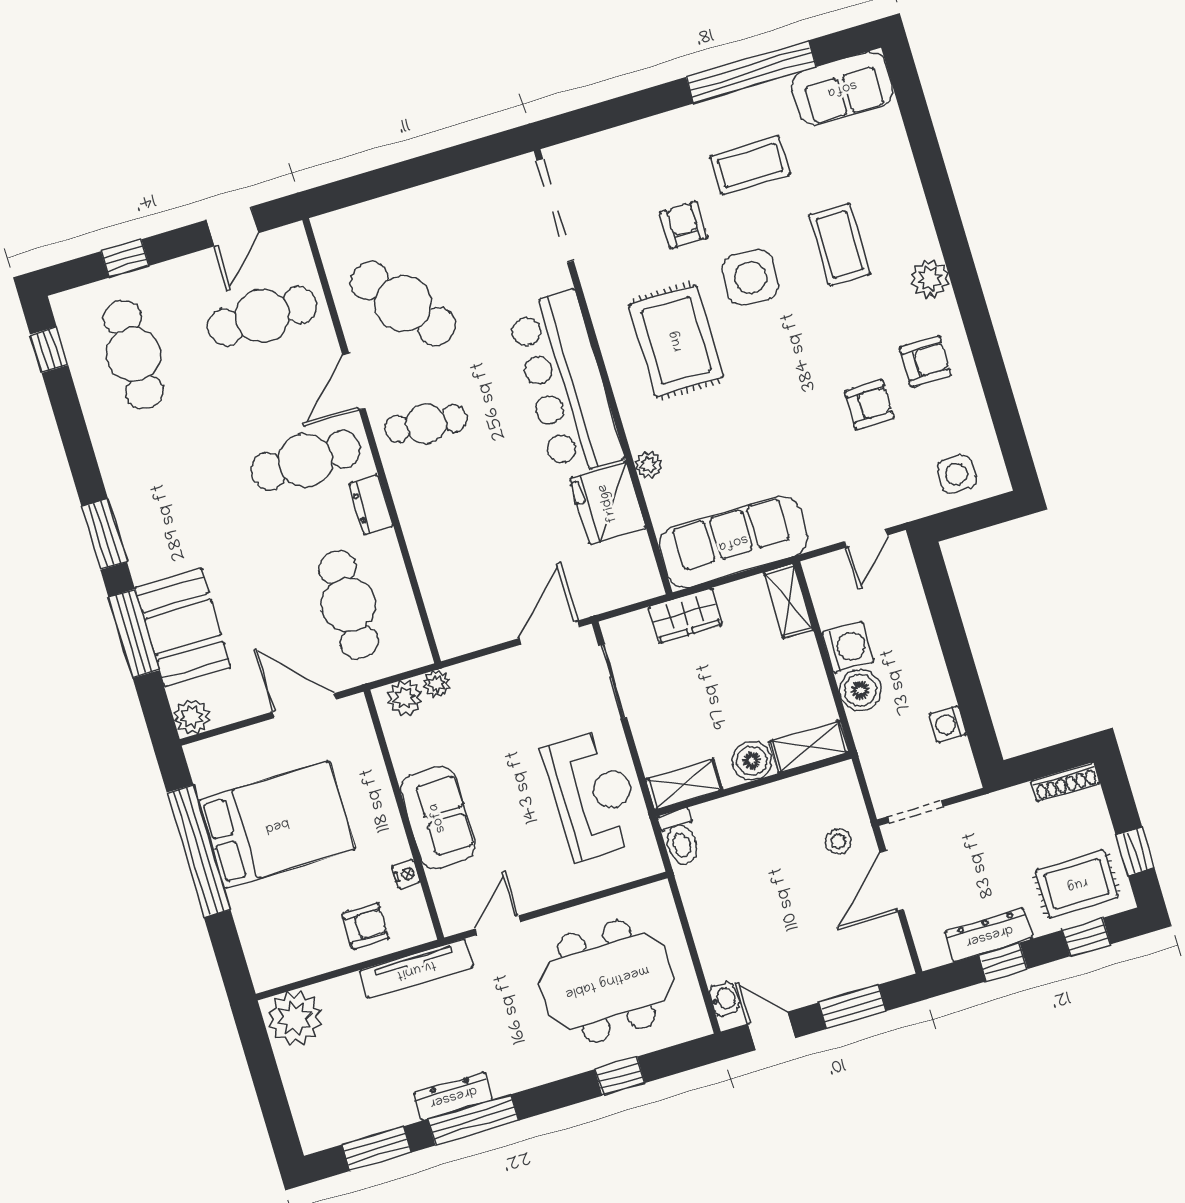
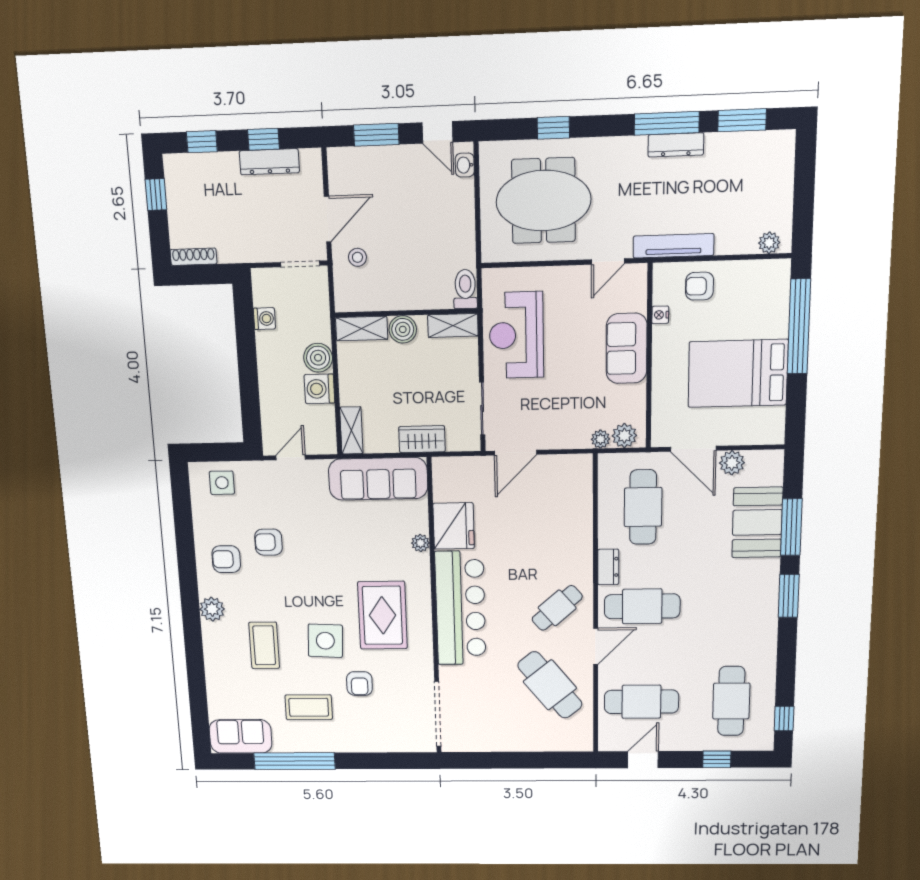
cafe table: (426, 424) -> (557, 608), turned -47
plant: (192, 717) -> (732, 463), moved
window: (199, 851) -> (799, 326), moved
rug: (1077, 884) -> (201, 182), removed
plant: (295, 1018) -> (769, 243), width x0.53, depth x0.53

